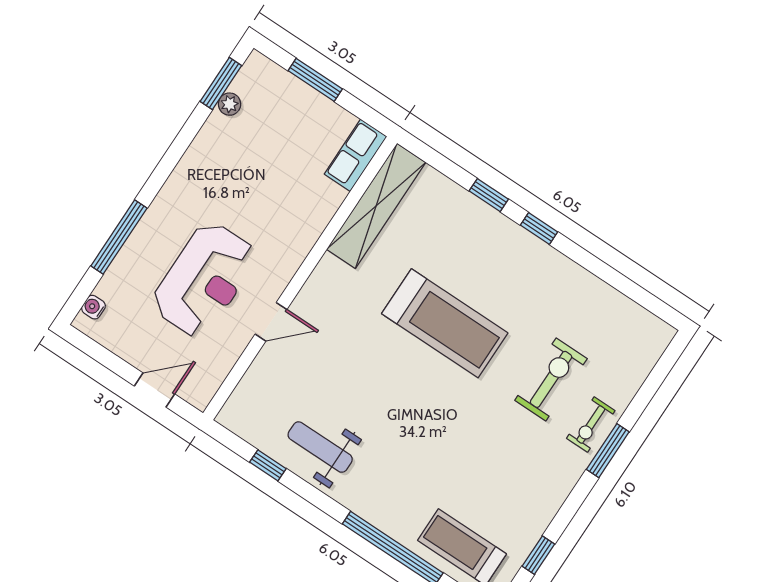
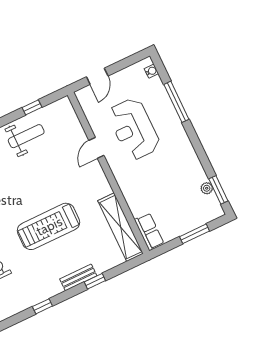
bench: (499, 226) -> (78, 277), added
window: (539, 228) -> (42, 306), moved

